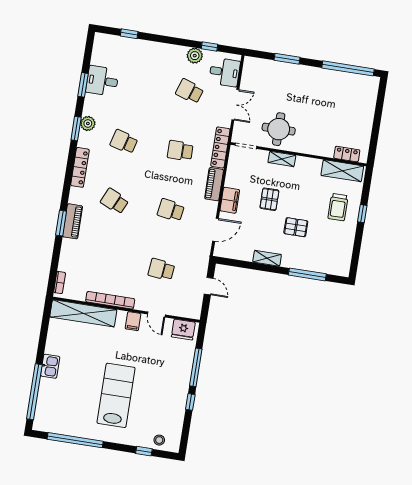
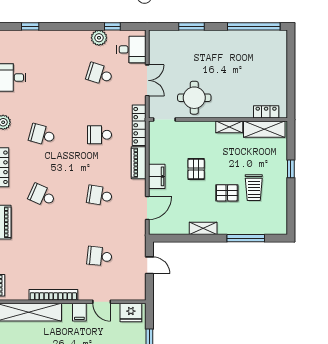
shelving: (282, 159) -> (229, 127), moved
trolley: (338, 207) -> (254, 188), moved

